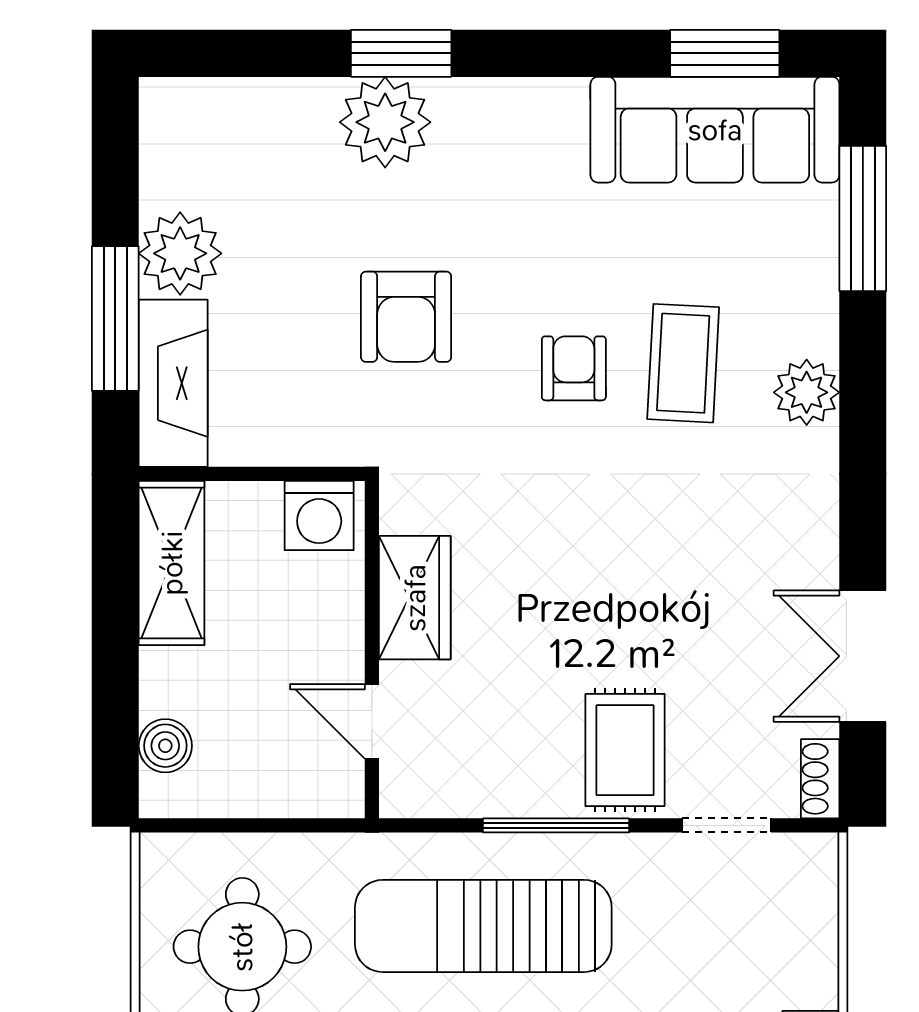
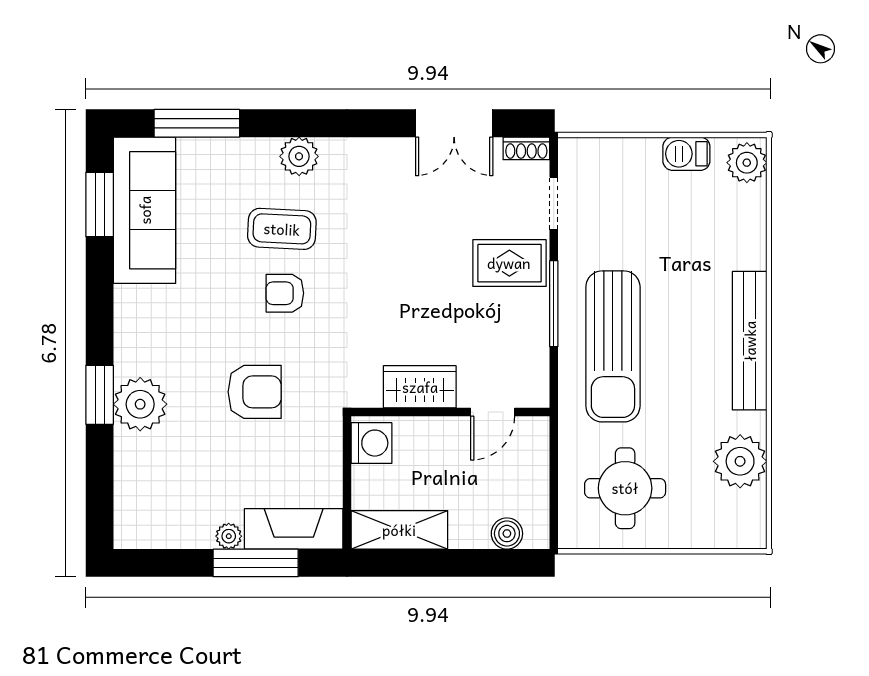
plant: (180, 253) -> (229, 536), width x0.53, depth x0.53

